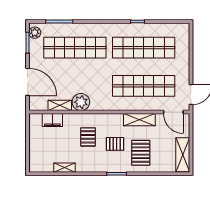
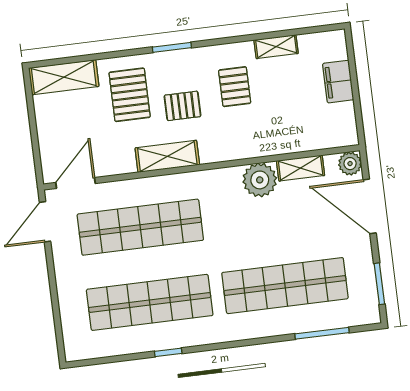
plant: (35, 33) -> (350, 164), moved
door: (173, 112) -> (75, 183), hinge flipped
filing cabinet: (52, 120) -> (338, 82), moved, turned -90
shelving: (139, 120) -> (167, 156), moved
pallet: (88, 137) -> (235, 87), moved
shelving: (183, 155) -> (64, 77), moved, turned 90

